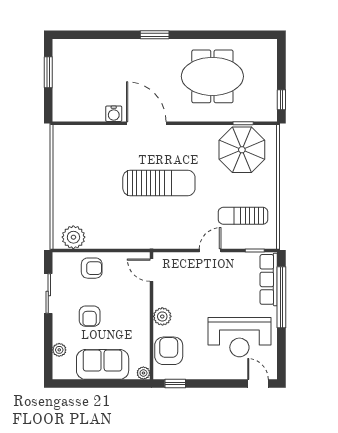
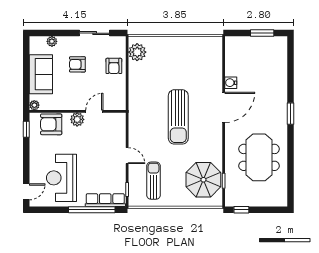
door: (152, 270) -> (94, 111), moved
armchair: (169, 351) -> (51, 124), turned 180

